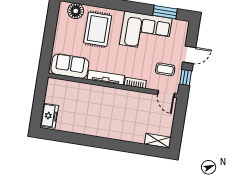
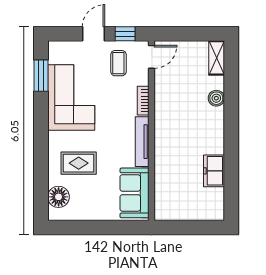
rug: (98, 29) -> (79, 163), width x0.73, depth x0.70
door: (189, 55) -> (94, 34), hinge flipped
freezer: (49, 116) -> (214, 171), moved, turned -90
boiler: (129, 136) -> (216, 98), added

